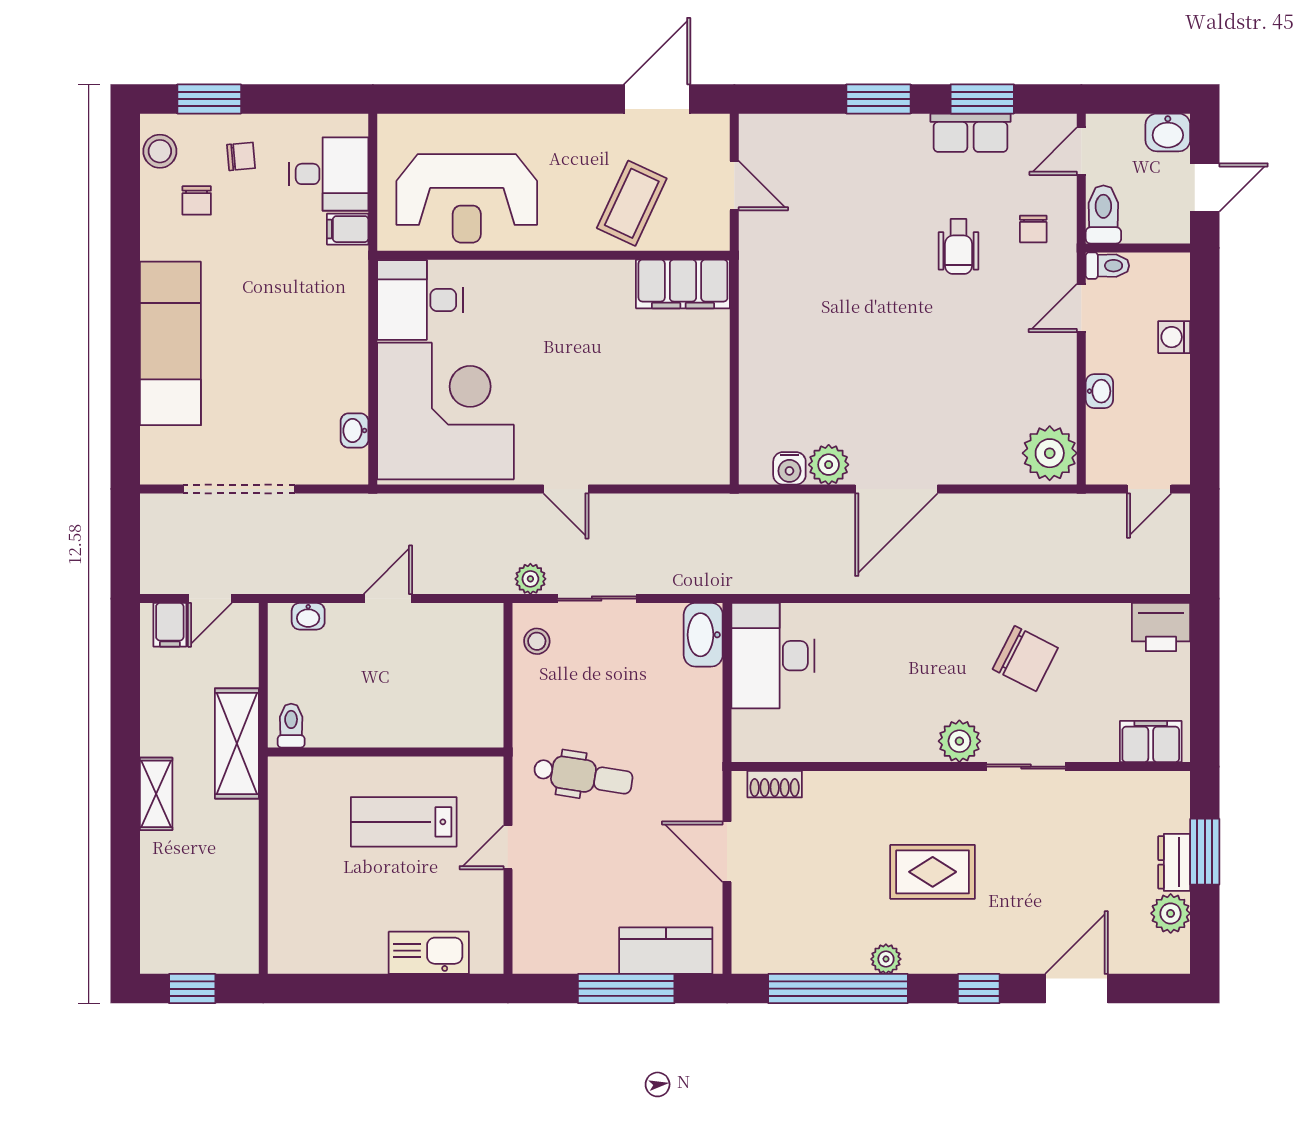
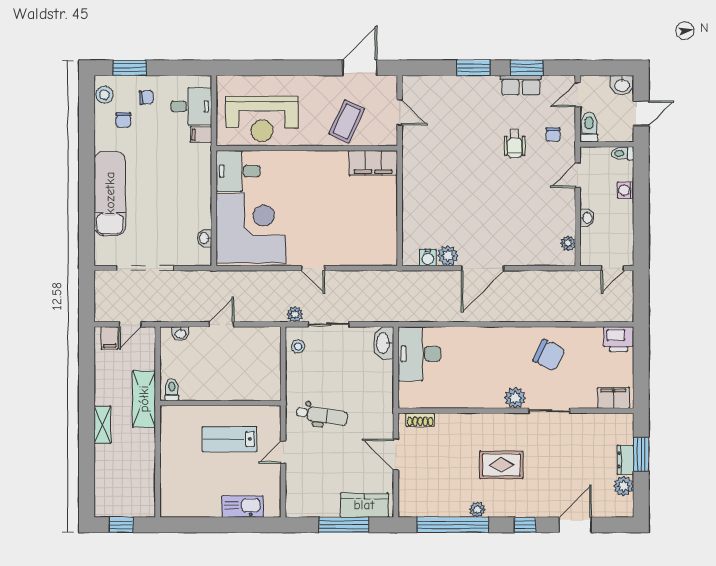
toilet: (1107, 266) -> (622, 153), moved, turned 180
plant: (1050, 453) -> (568, 243), width x0.53, depth x0.53

